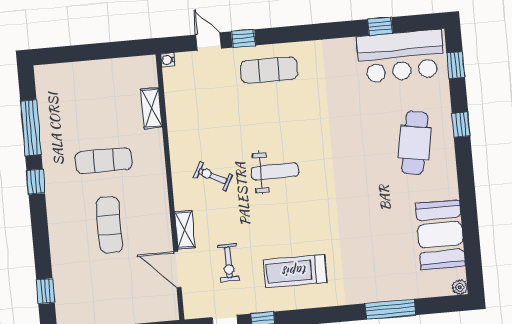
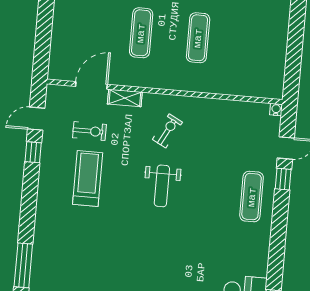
shelving: (151, 108) -> (236, 88), removed
exercise mat: (109, 225) -> (141, 33), turned 90
exercise bike: (228, 262) -> (89, 131), turned 180
treadmill: (295, 271) -> (88, 178), moved

